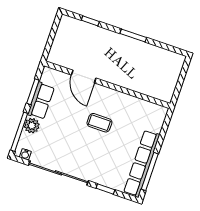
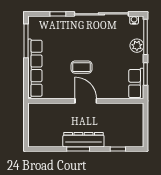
dresser: (124, 44) -> (83, 140), added
door: (84, 77) -> (86, 101), moved
row of seats: (41, 101) -> (136, 84), moved
row of seats: (142, 164) -> (35, 68), moved

